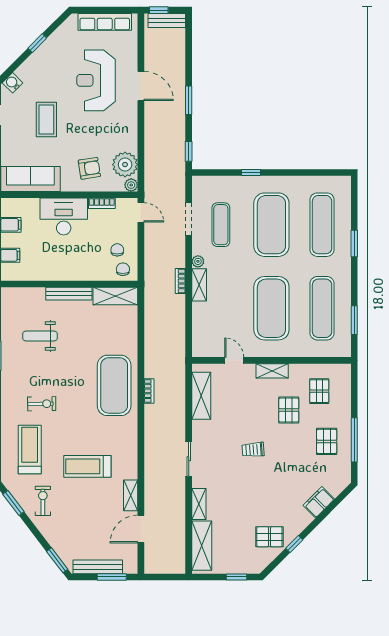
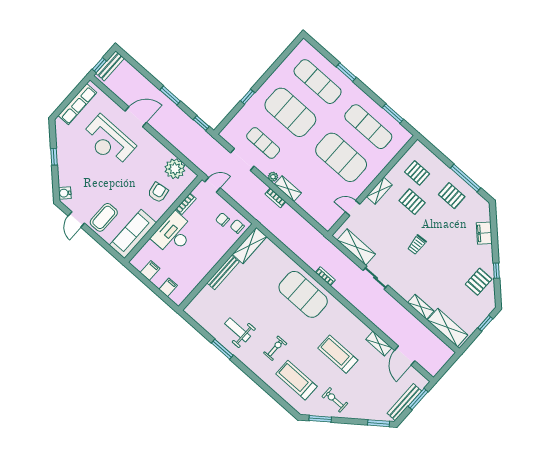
coffee table: (46, 120) -> (104, 217), moved, turned 90
plant: (131, 185) -> (191, 176), removed
weight bench: (40, 336) -> (238, 330), moved, turned 90
sliding door: (189, 459) -> (375, 278), moved
treadmill: (87, 466) -> (338, 354), turned 90

